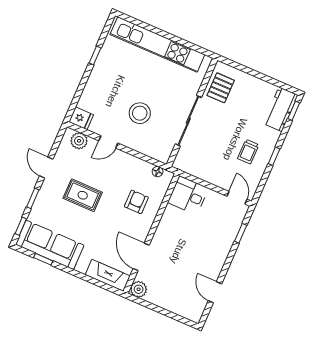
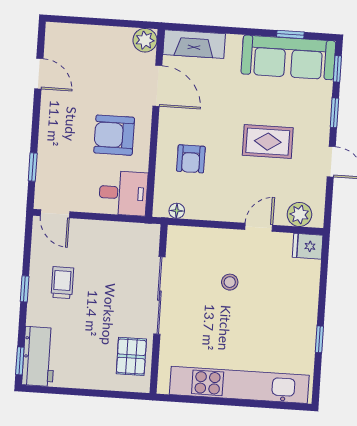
stool: (140, 113) -> (230, 282), width x0.53, depth x0.53
armchair: (180, 235) -> (114, 135), added

